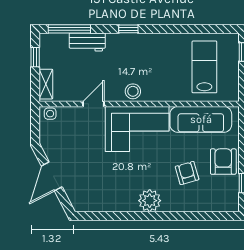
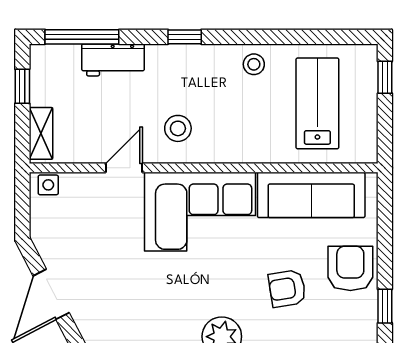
stool: (168, 45) -> (254, 64), added
stool: (133, 91) -> (178, 128), moved
armchair: (187, 173) -> (287, 288), turned -83

